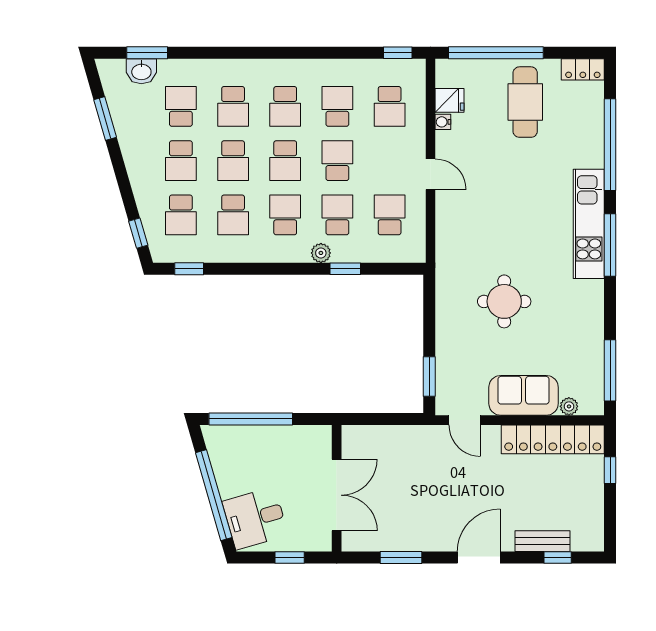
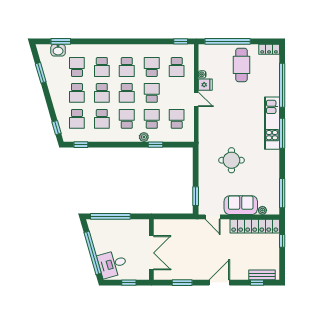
fridge: (449, 100) -> (205, 85), moved
bench: (542, 541) -> (262, 275), moved

